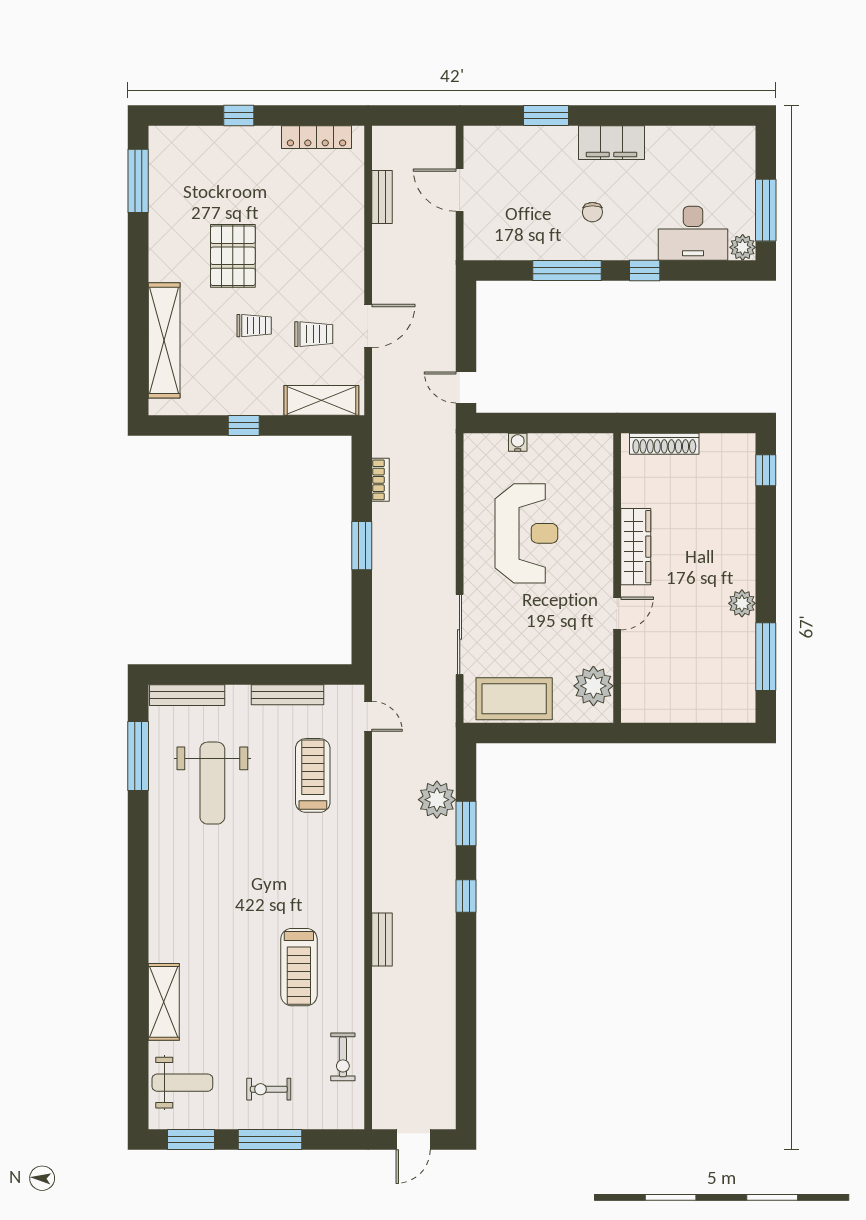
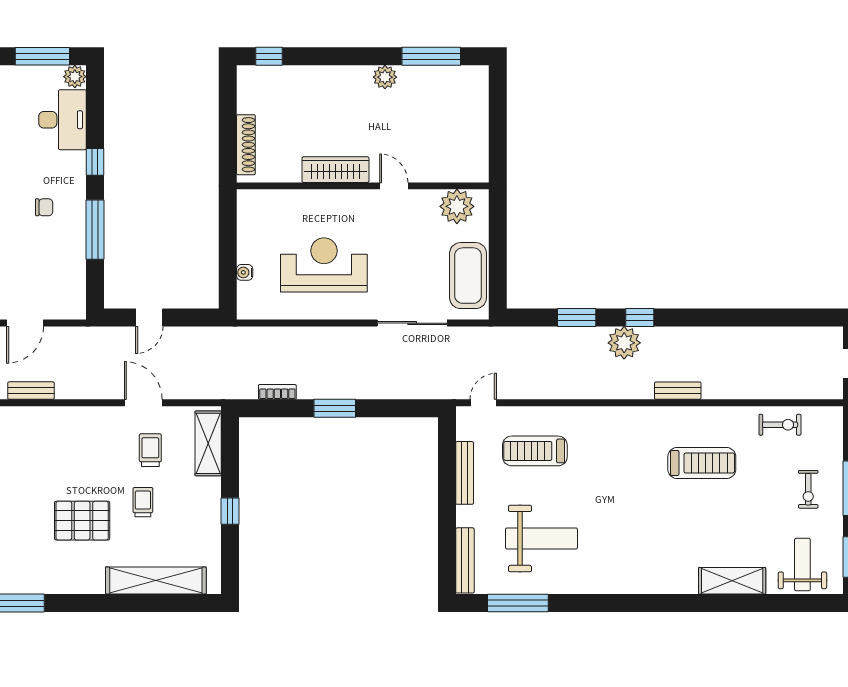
door: (466, 387) -> (149, 318), moved
plant: (437, 800) -> (624, 343), moved

